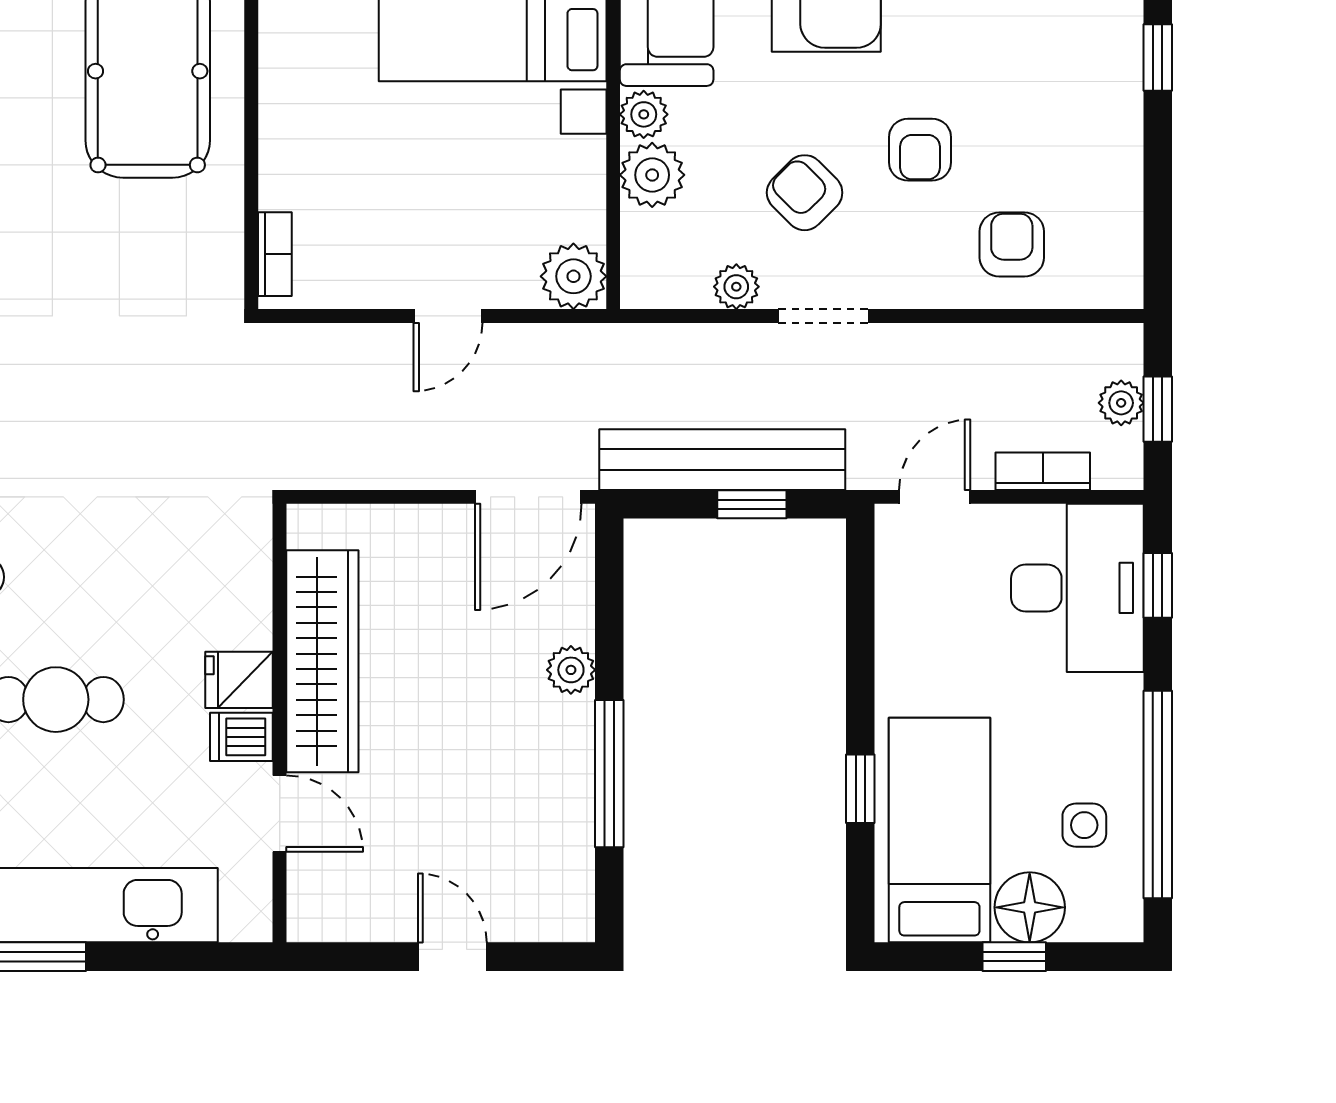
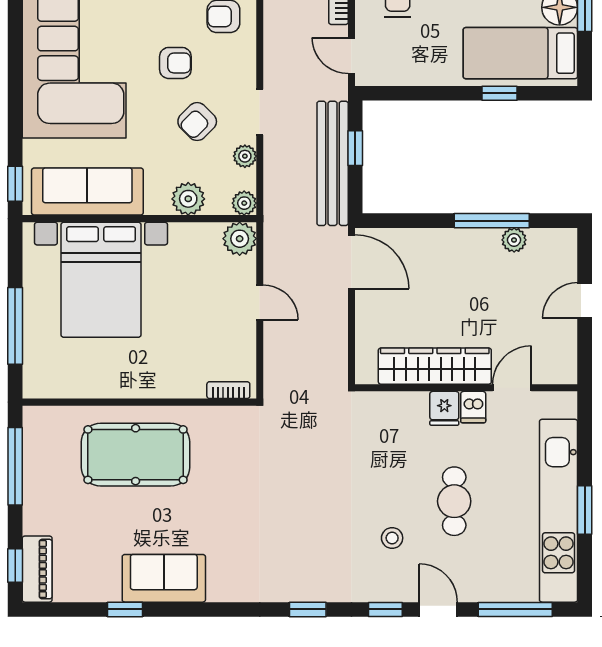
plant: (644, 114) -> (244, 203), moved
plant: (571, 670) -> (514, 240), moved

